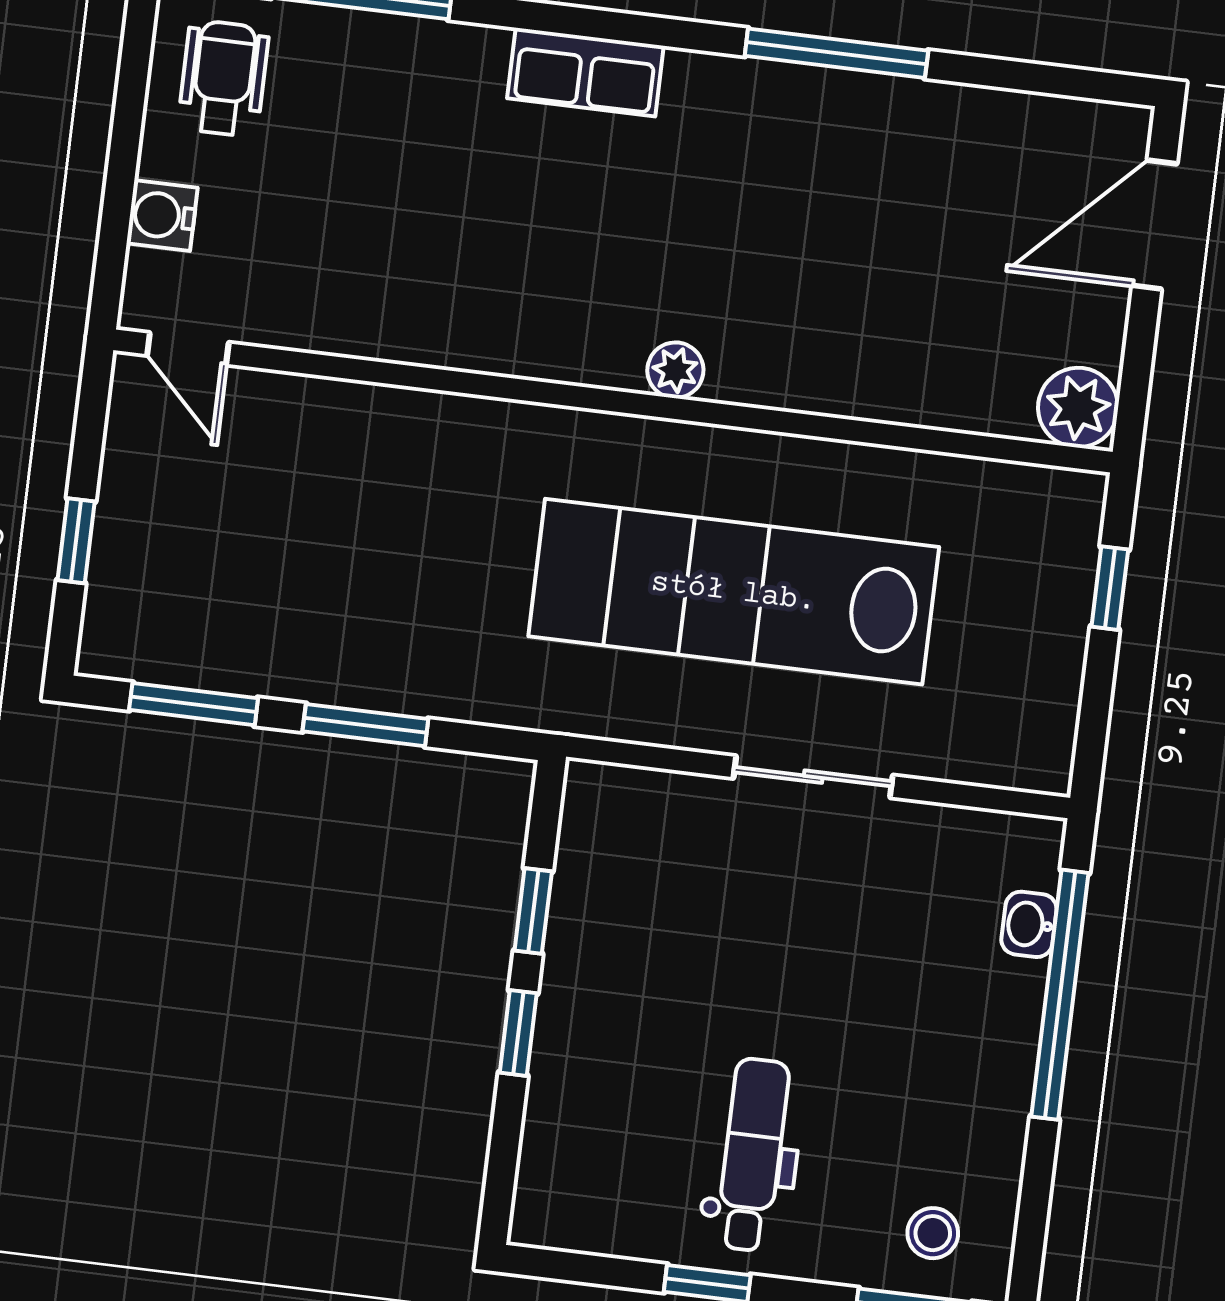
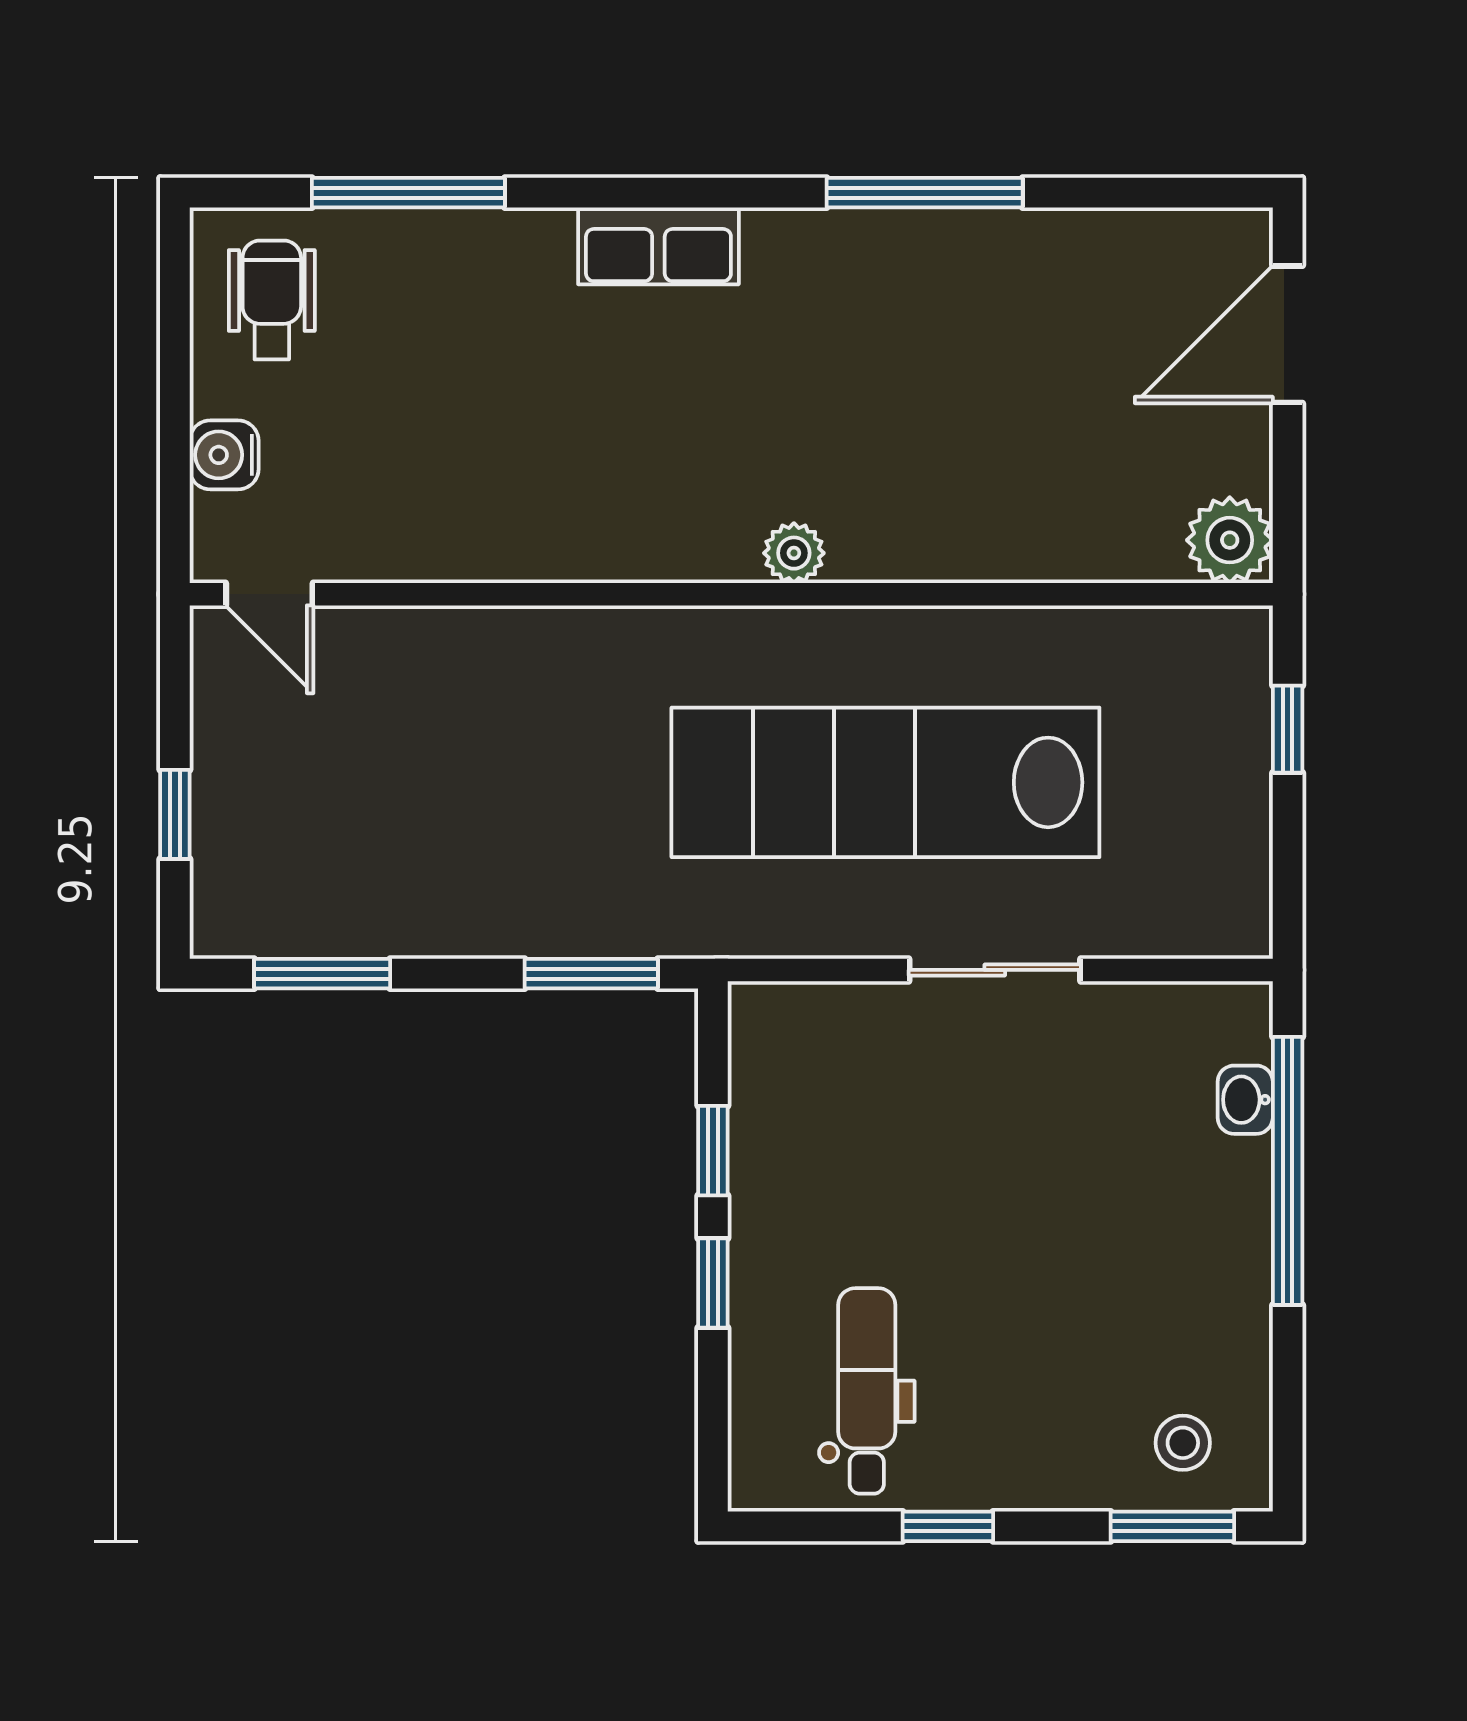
window: (365, 725) -> (591, 974), moved
dental chair: (753, 1155) -> (867, 1391), moved

